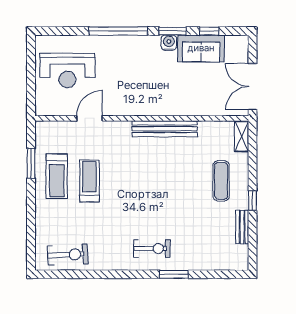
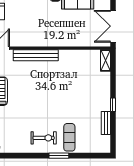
bench: (165, 129) -> (36, 55), moved
exercise mat: (221, 181) -> (69, 137), moved

